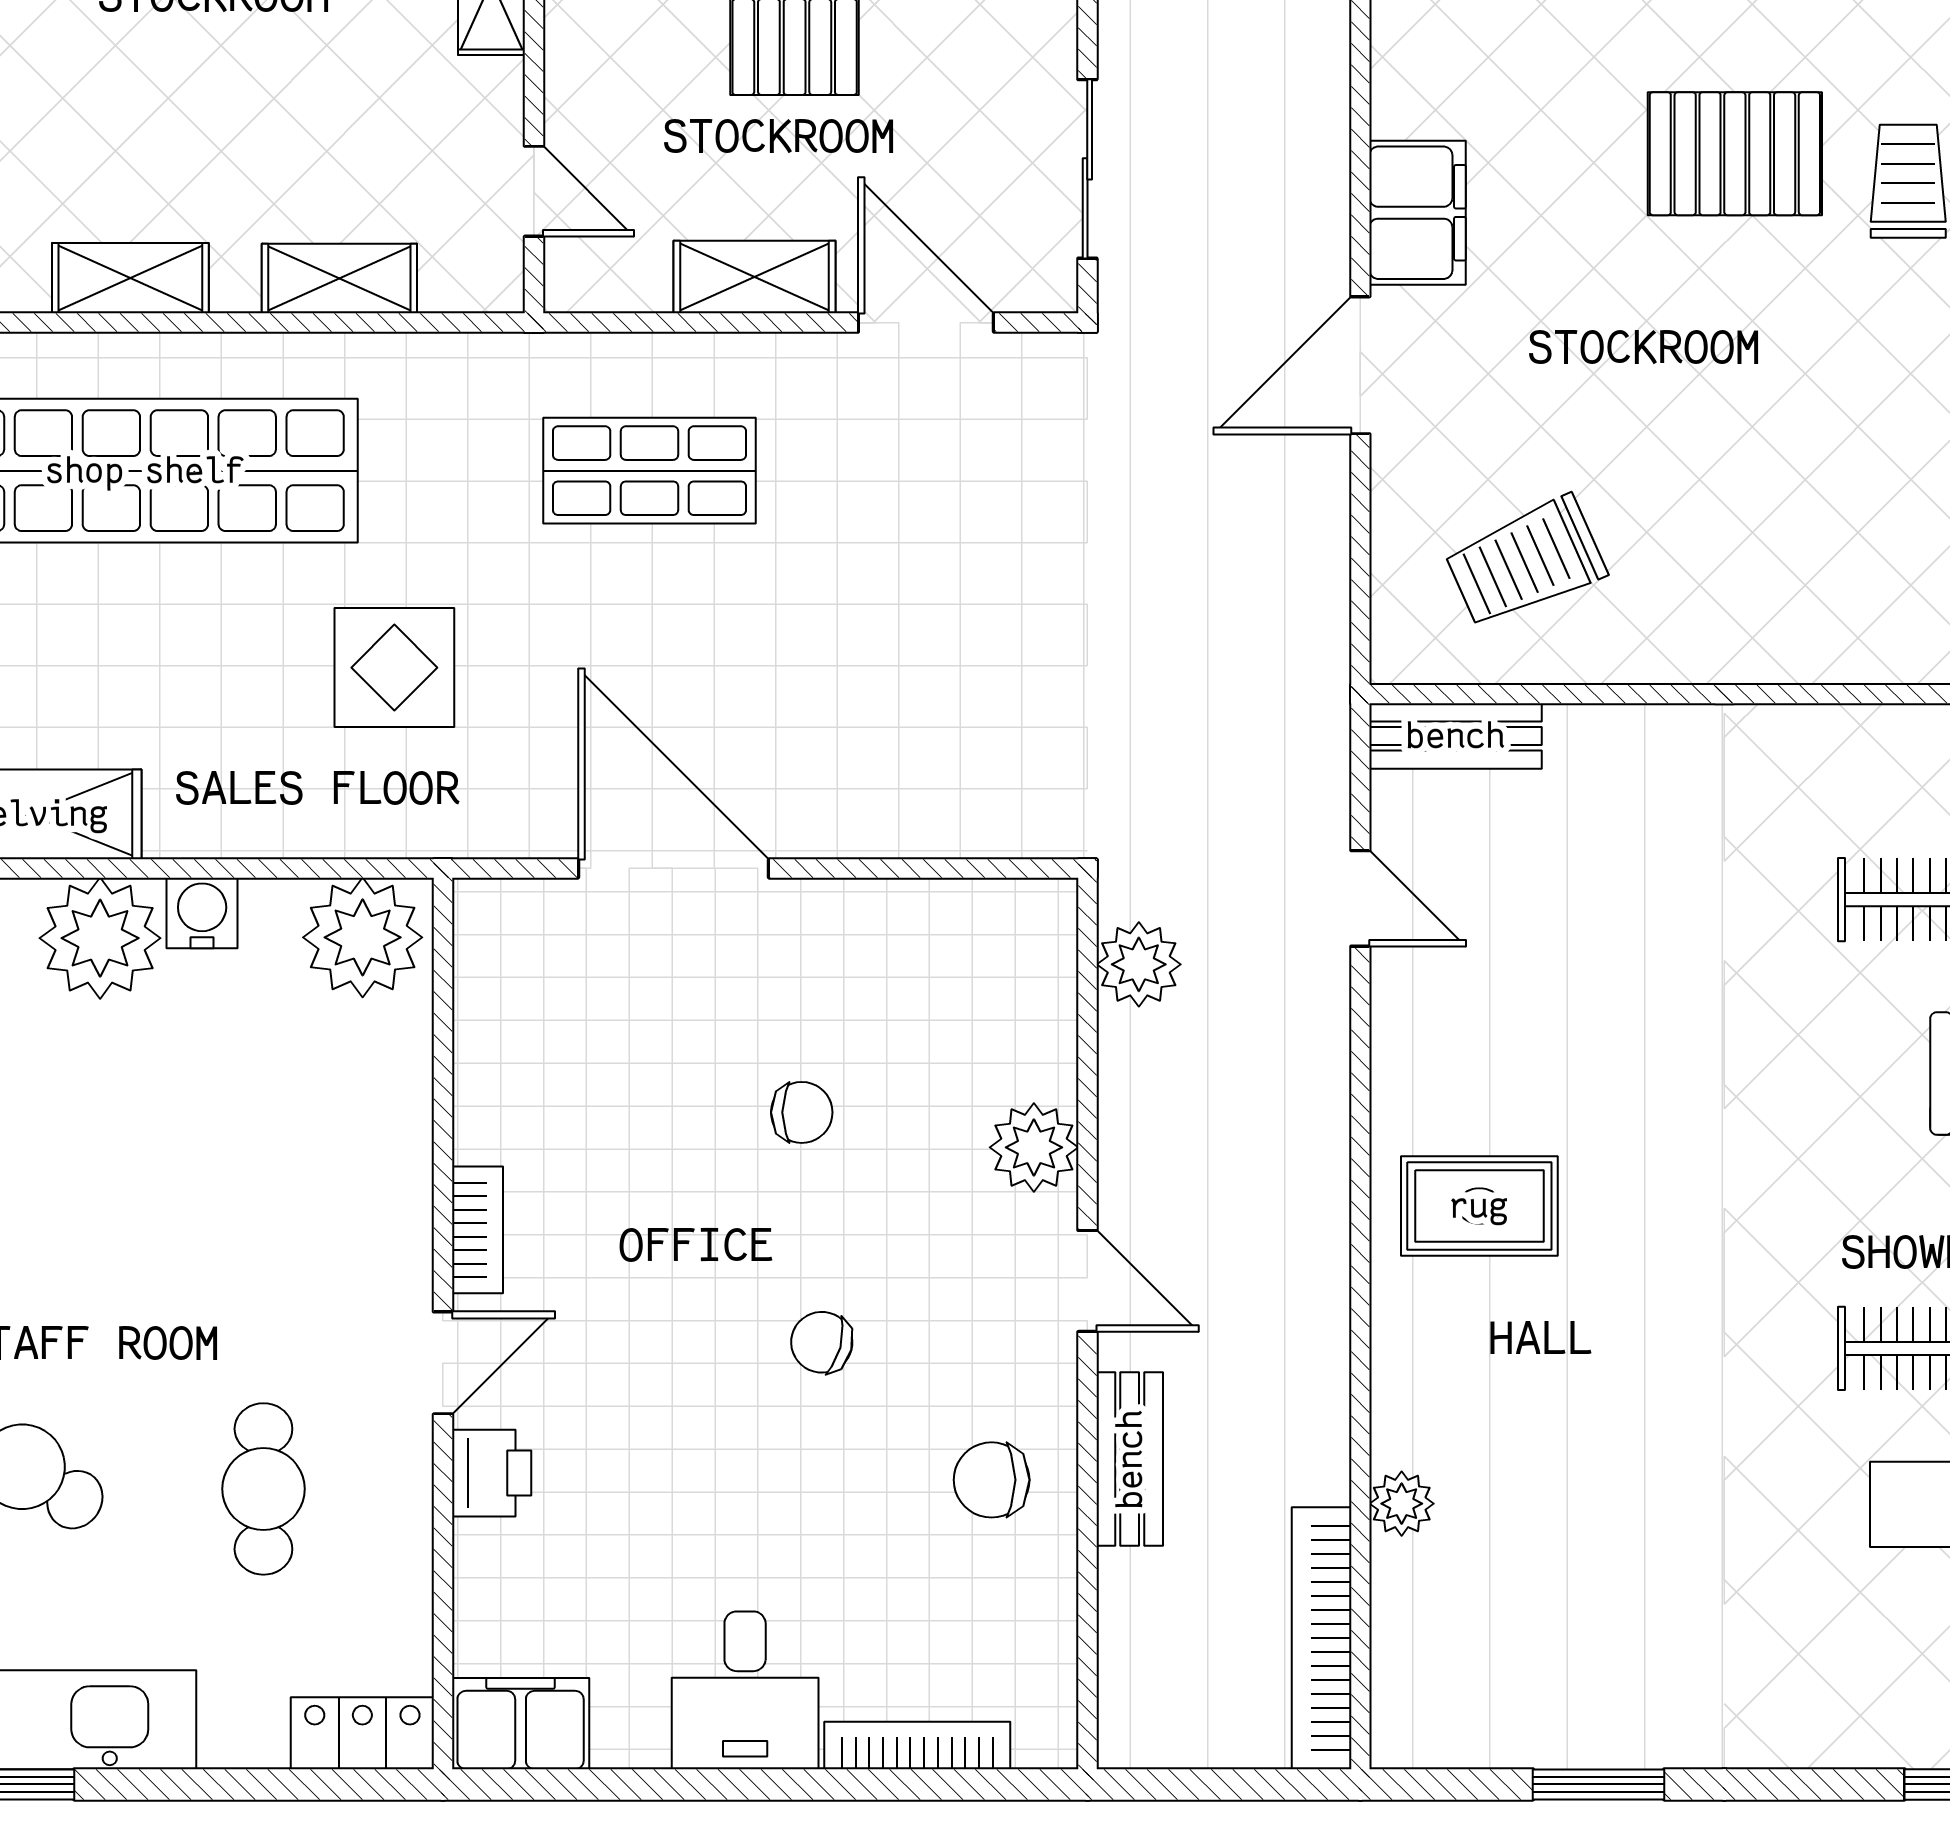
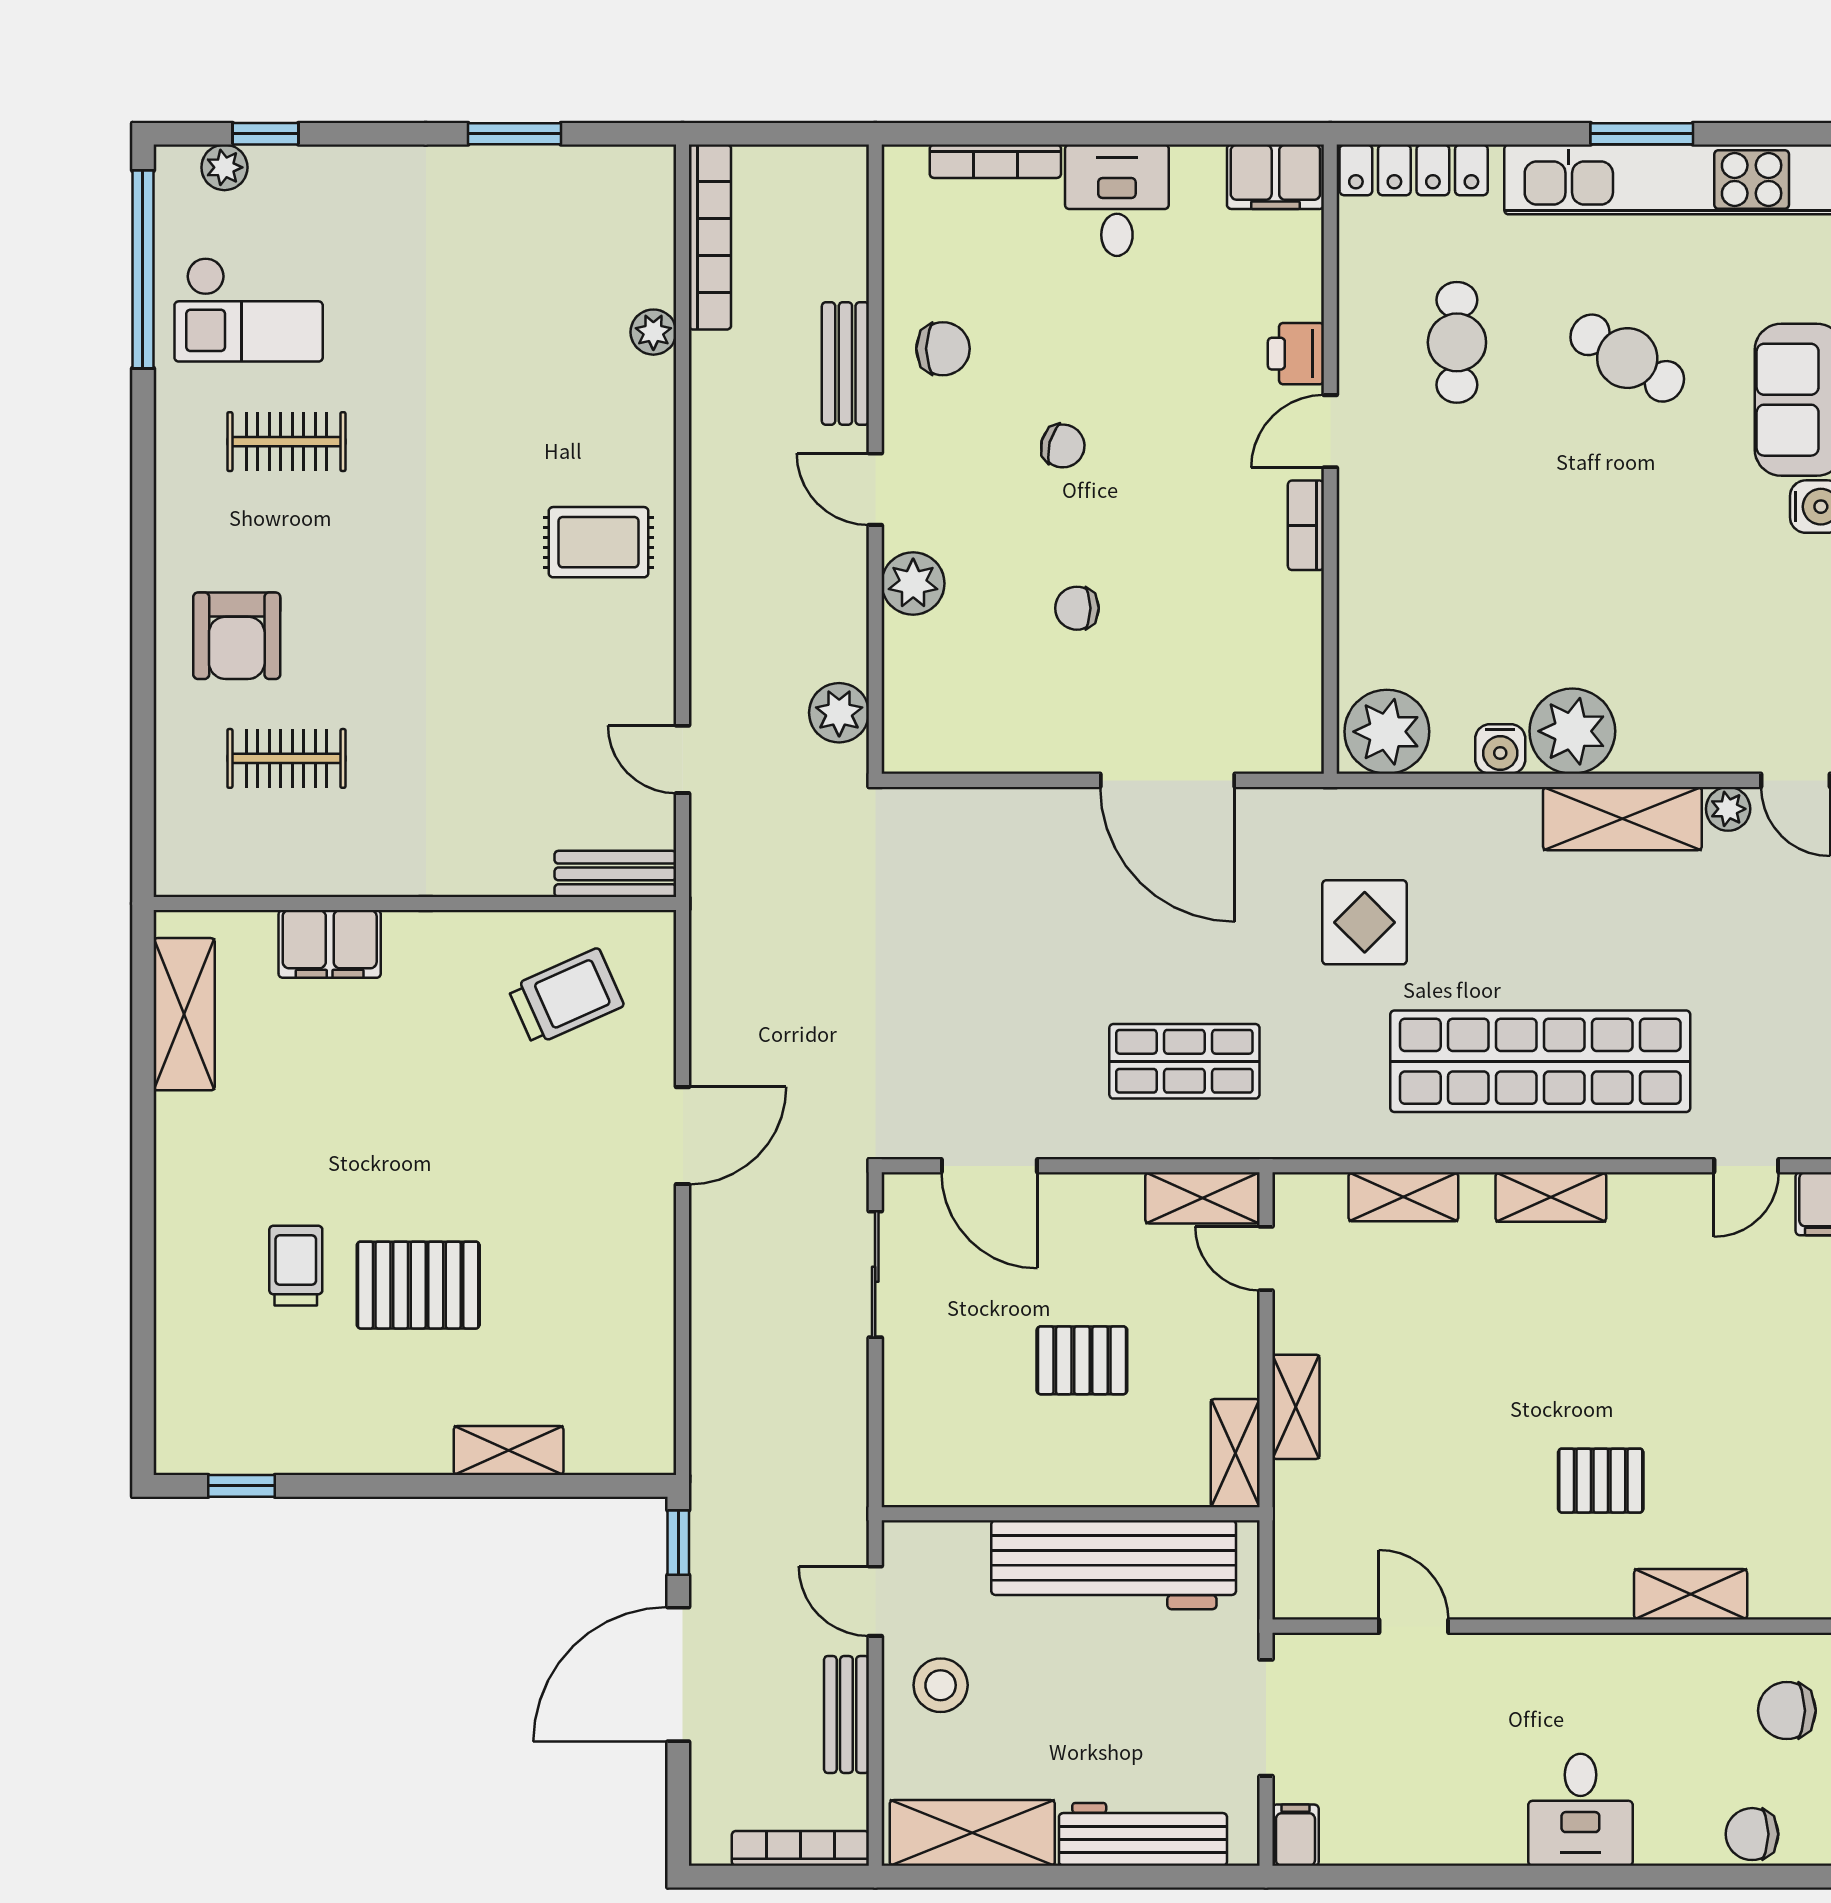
trolley: (1908, 181) -> (296, 1266), turned 180
filing cabinet: (1418, 213) -> (330, 944), moved, turned -90
shelving: (755, 277) -> (1202, 1198), moved
locker: (362, 1733) -> (1414, 170), width x1.53

